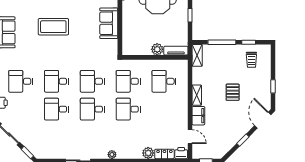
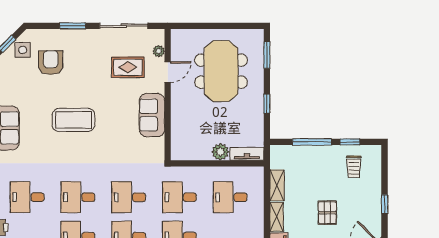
shelving: (197, 55) -> (277, 185), moved

